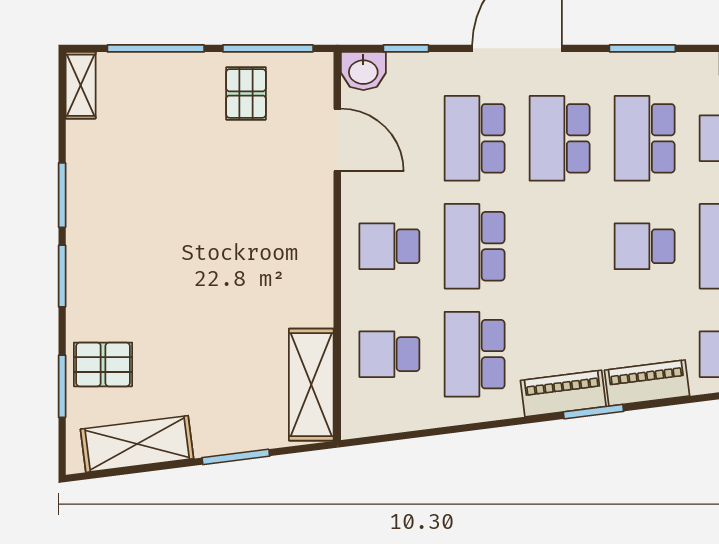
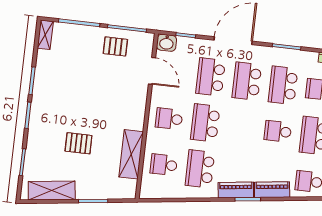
pallet: (246, 93) -> (115, 46), turned 90
pallet: (103, 364) -> (78, 143), moved
shelving: (311, 385) -> (131, 154), moved

